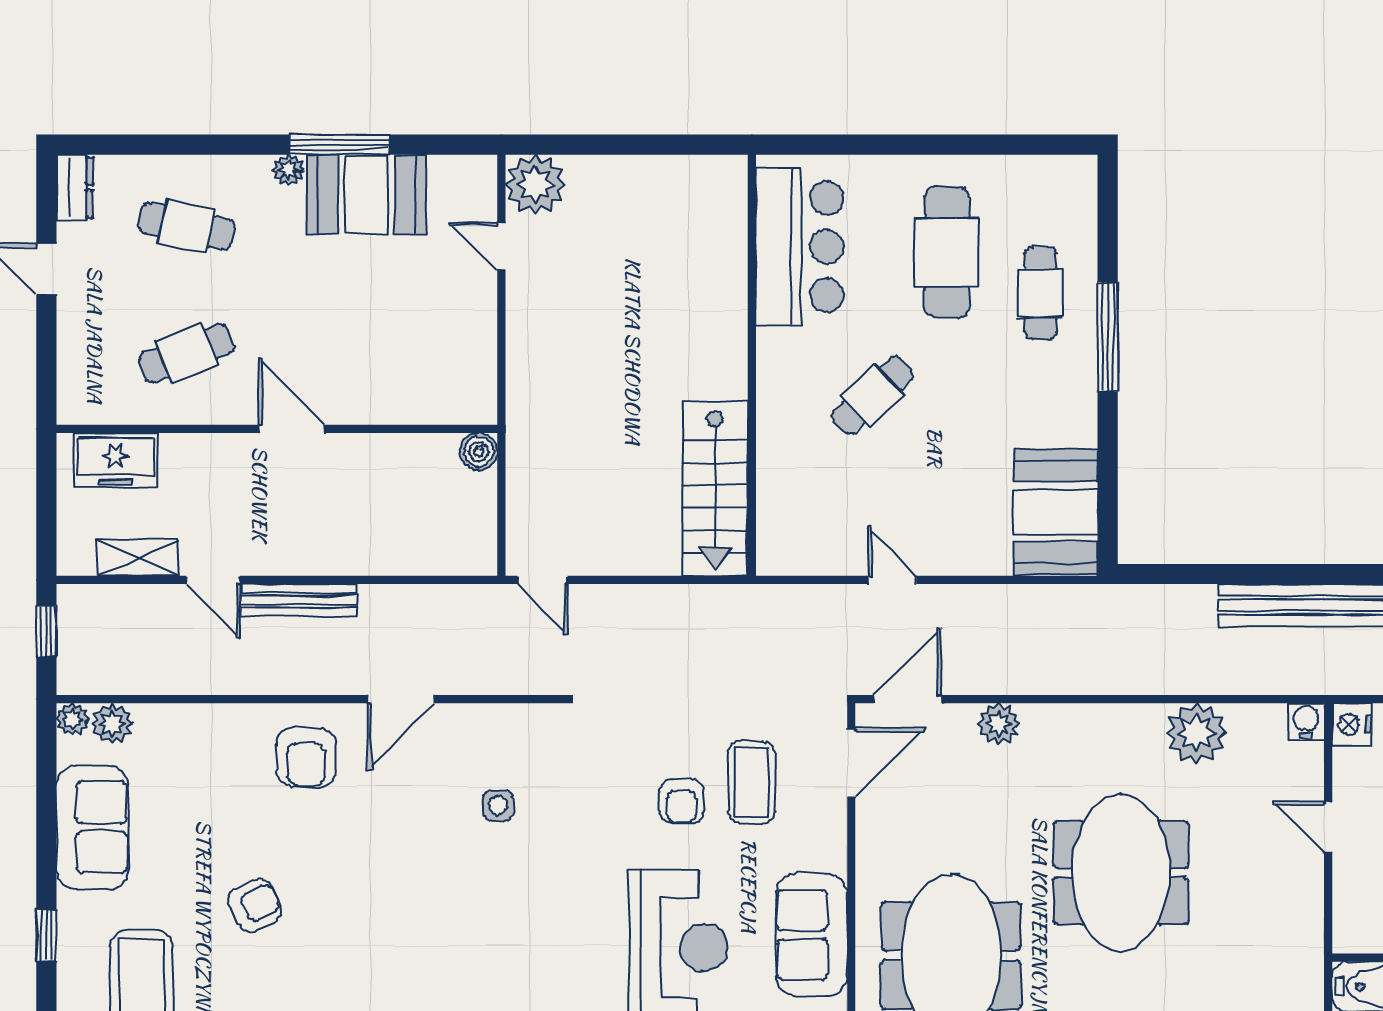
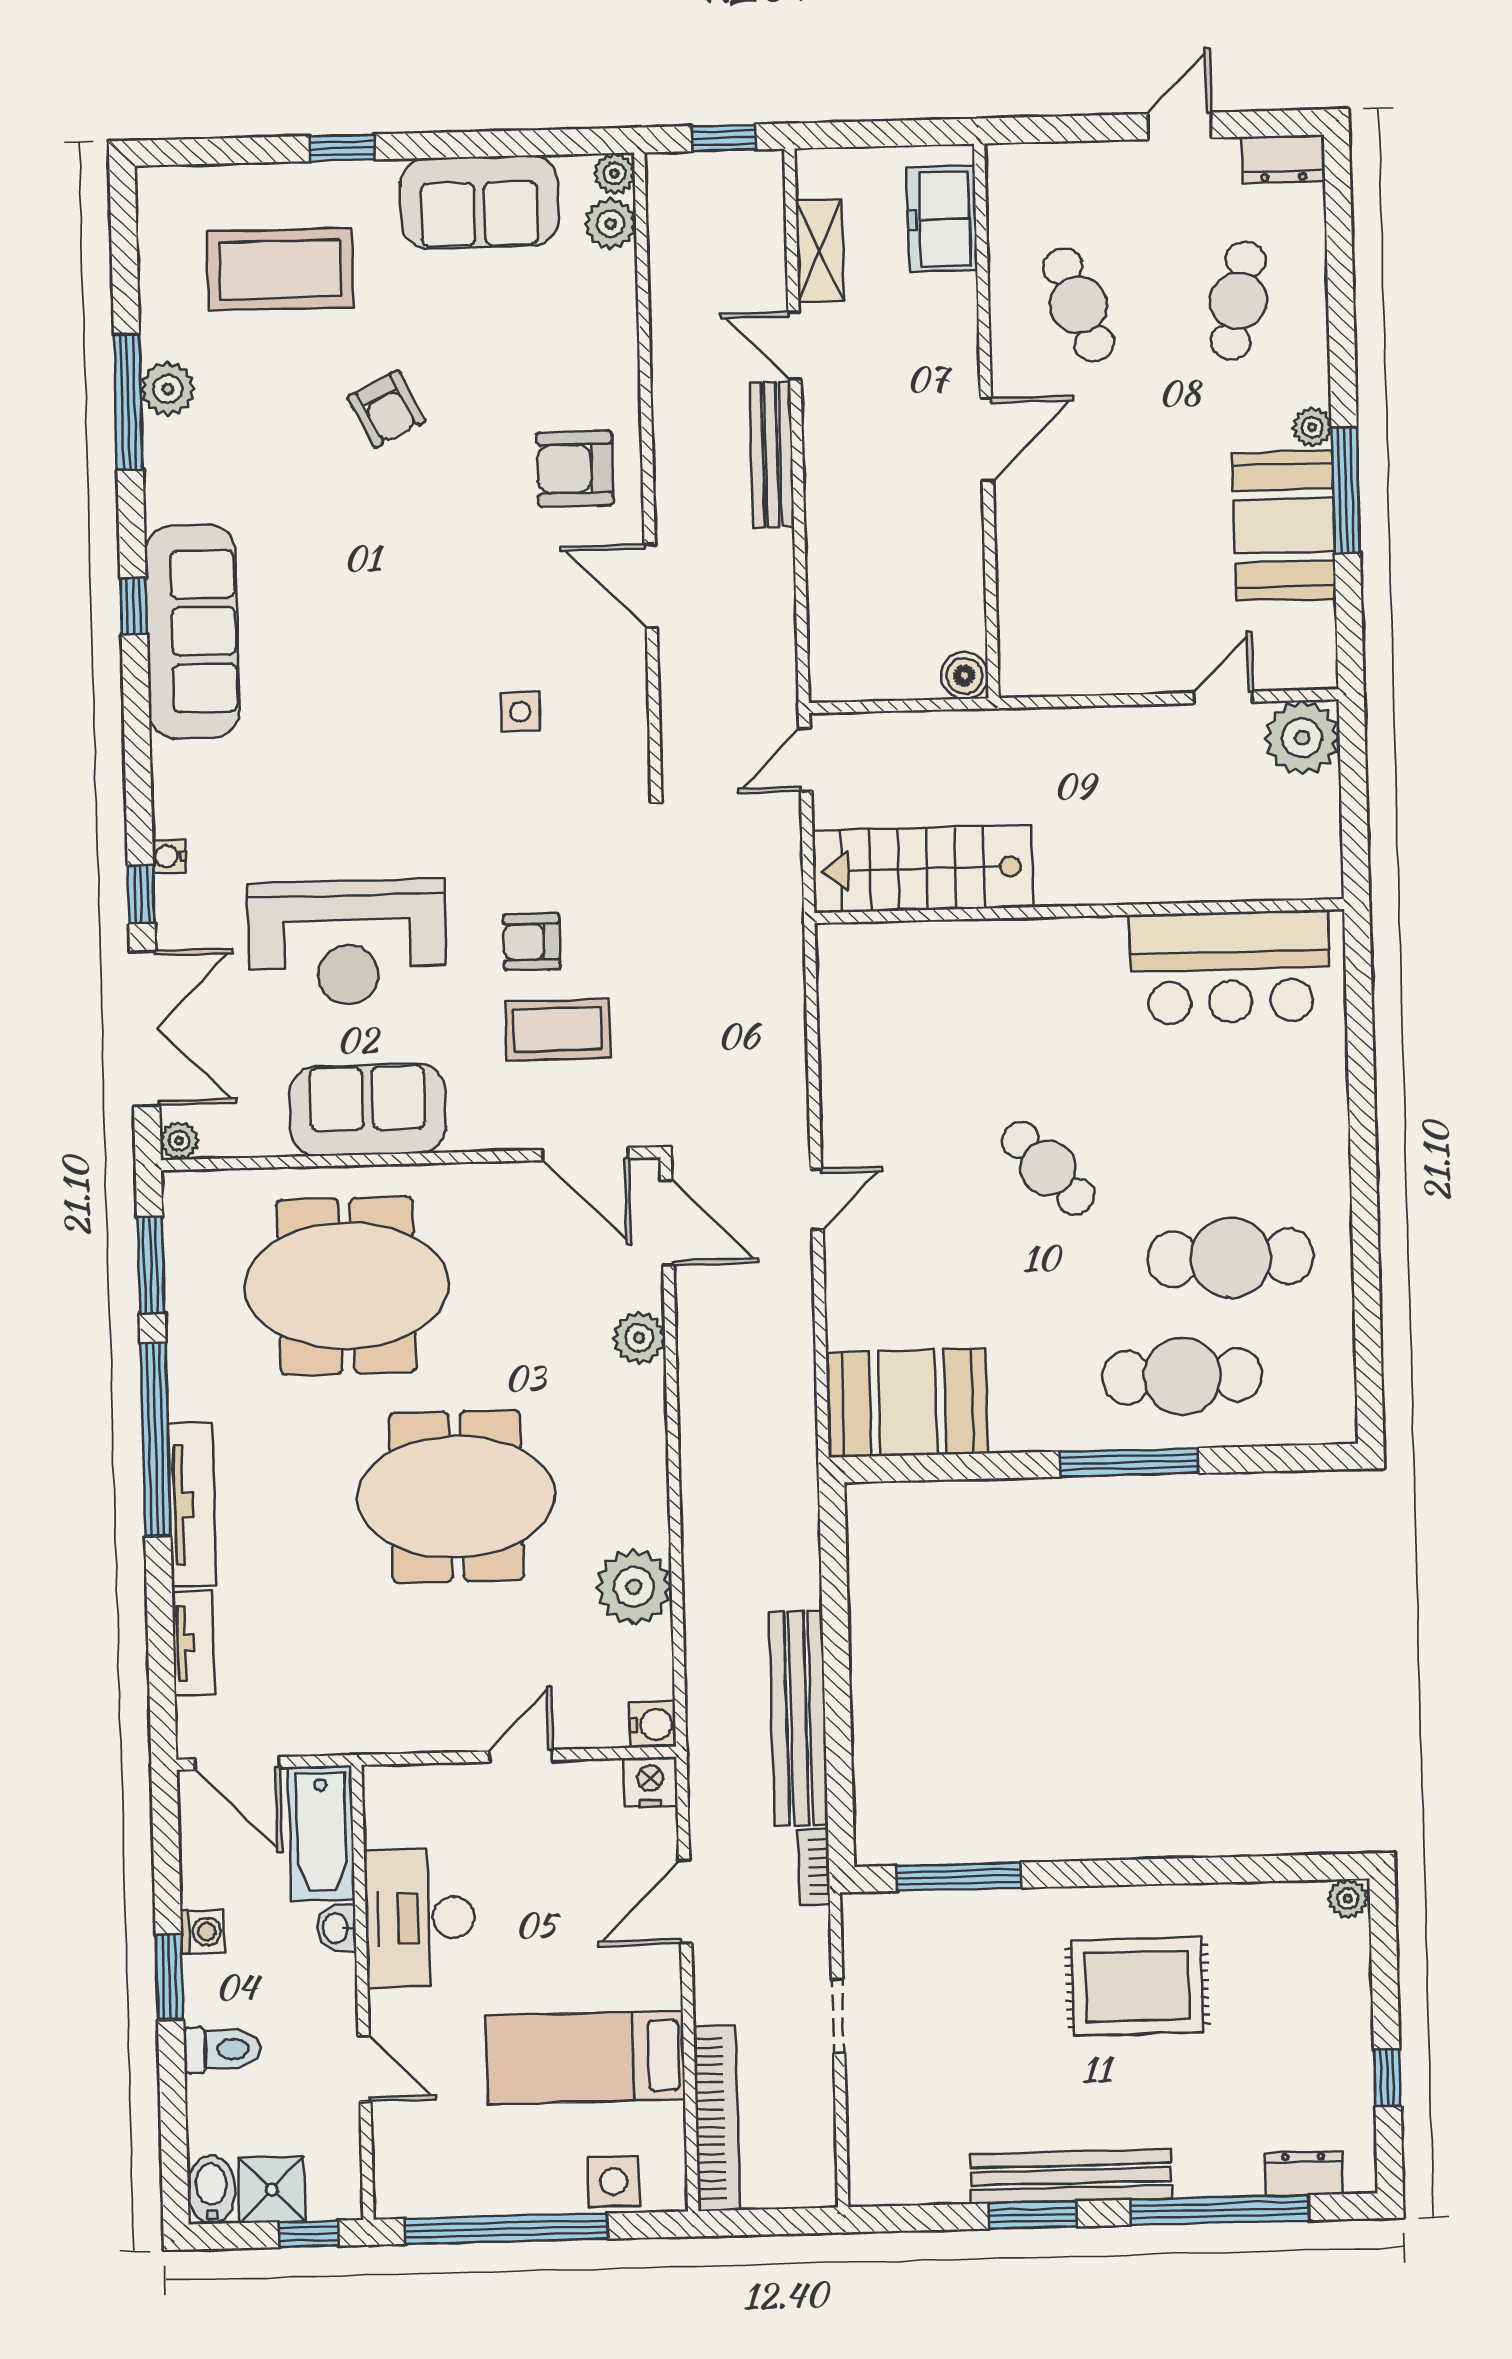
bar counter: (800, 247) -> (1230, 967), moved
cafe table: (1040, 293) -> (1182, 1376), width x1.37, depth x1.35
wall: (752, 365) -> (1079, 911), moved
stairs: (715, 489) -> (923, 869), moved
door: (213, 580) -> (794, 346), hinge flipped

